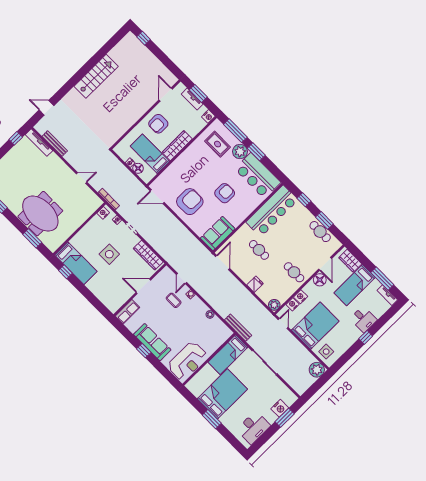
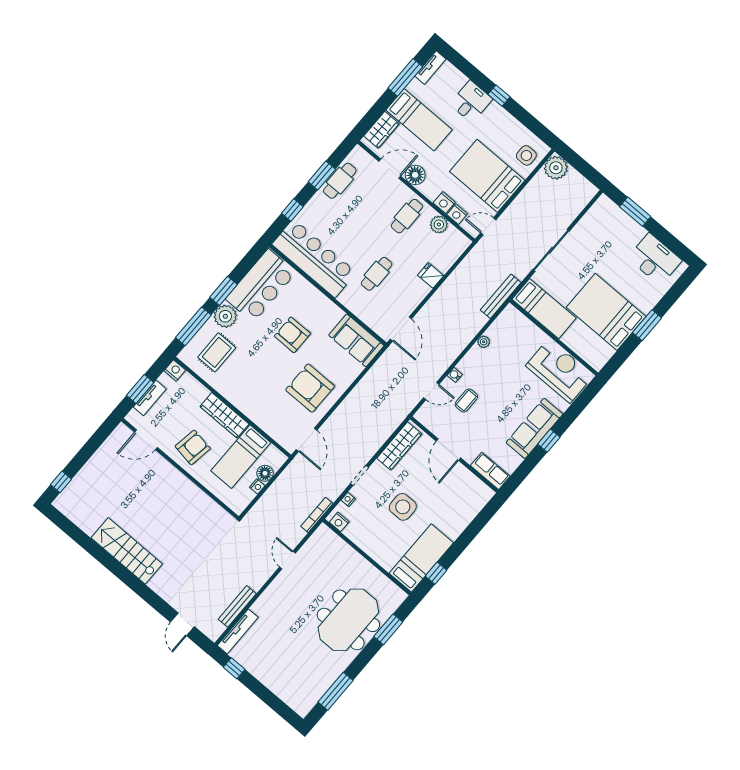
armchair: (158, 124) -> (193, 447), turned -81
door: (223, 262) -> (401, 329), swing flipped
plant: (274, 305) -> (439, 224), moved
nightstand: (280, 408) -> (621, 220), removed

